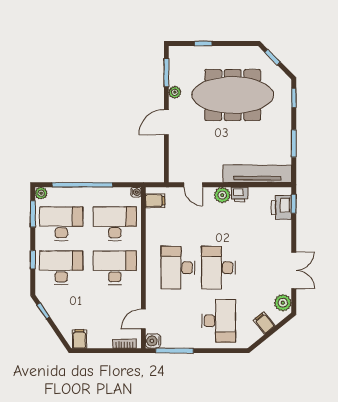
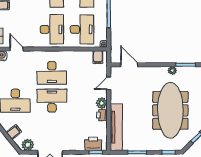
door: (166, 122) -> (129, 65), moved
desk: (178, 268) -> (52, 73), turned 180

